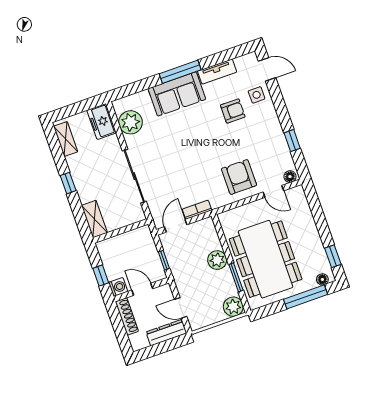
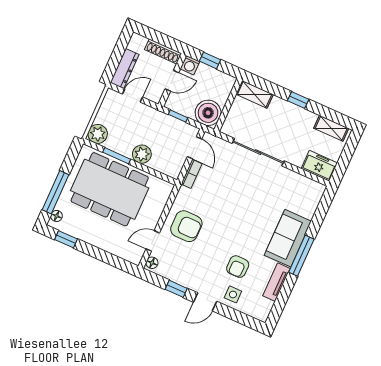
door: (267, 69) -> (205, 302), moved
plant: (130, 122) -> (299, 186), removed
boiler: (140, 240) -> (208, 113), added

